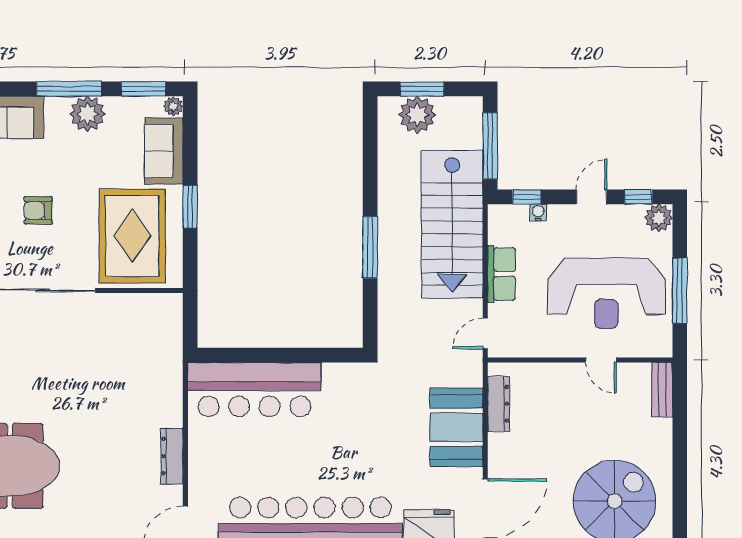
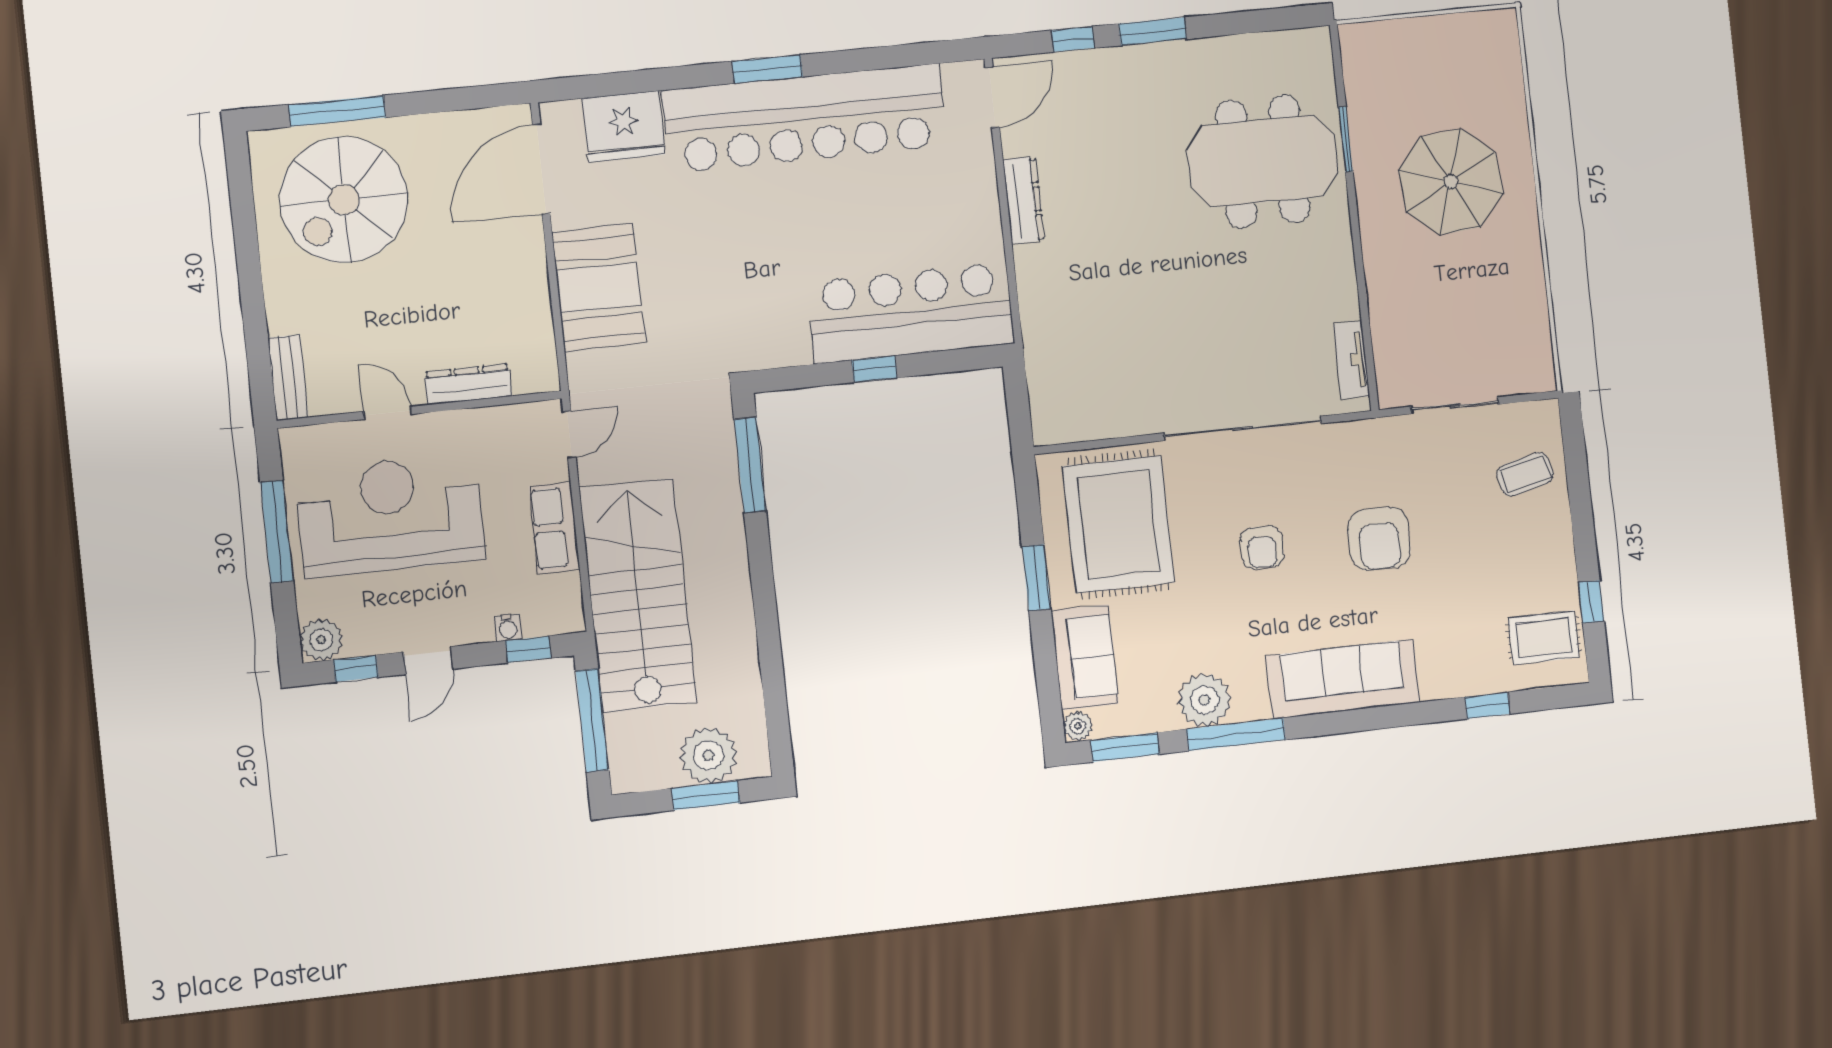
armchair: (38, 210) -> (1262, 547), turned 90
window: (370, 247) -> (750, 465), moved
window: (282, 355) -> (875, 369), added
dresser: (498, 404) -> (468, 384), moved, turned 90

